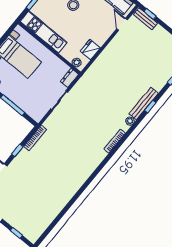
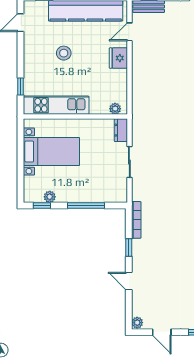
door: (122, 24) -> (129, 32), hinge flipped
fridge: (90, 50) -> (118, 58), moved

